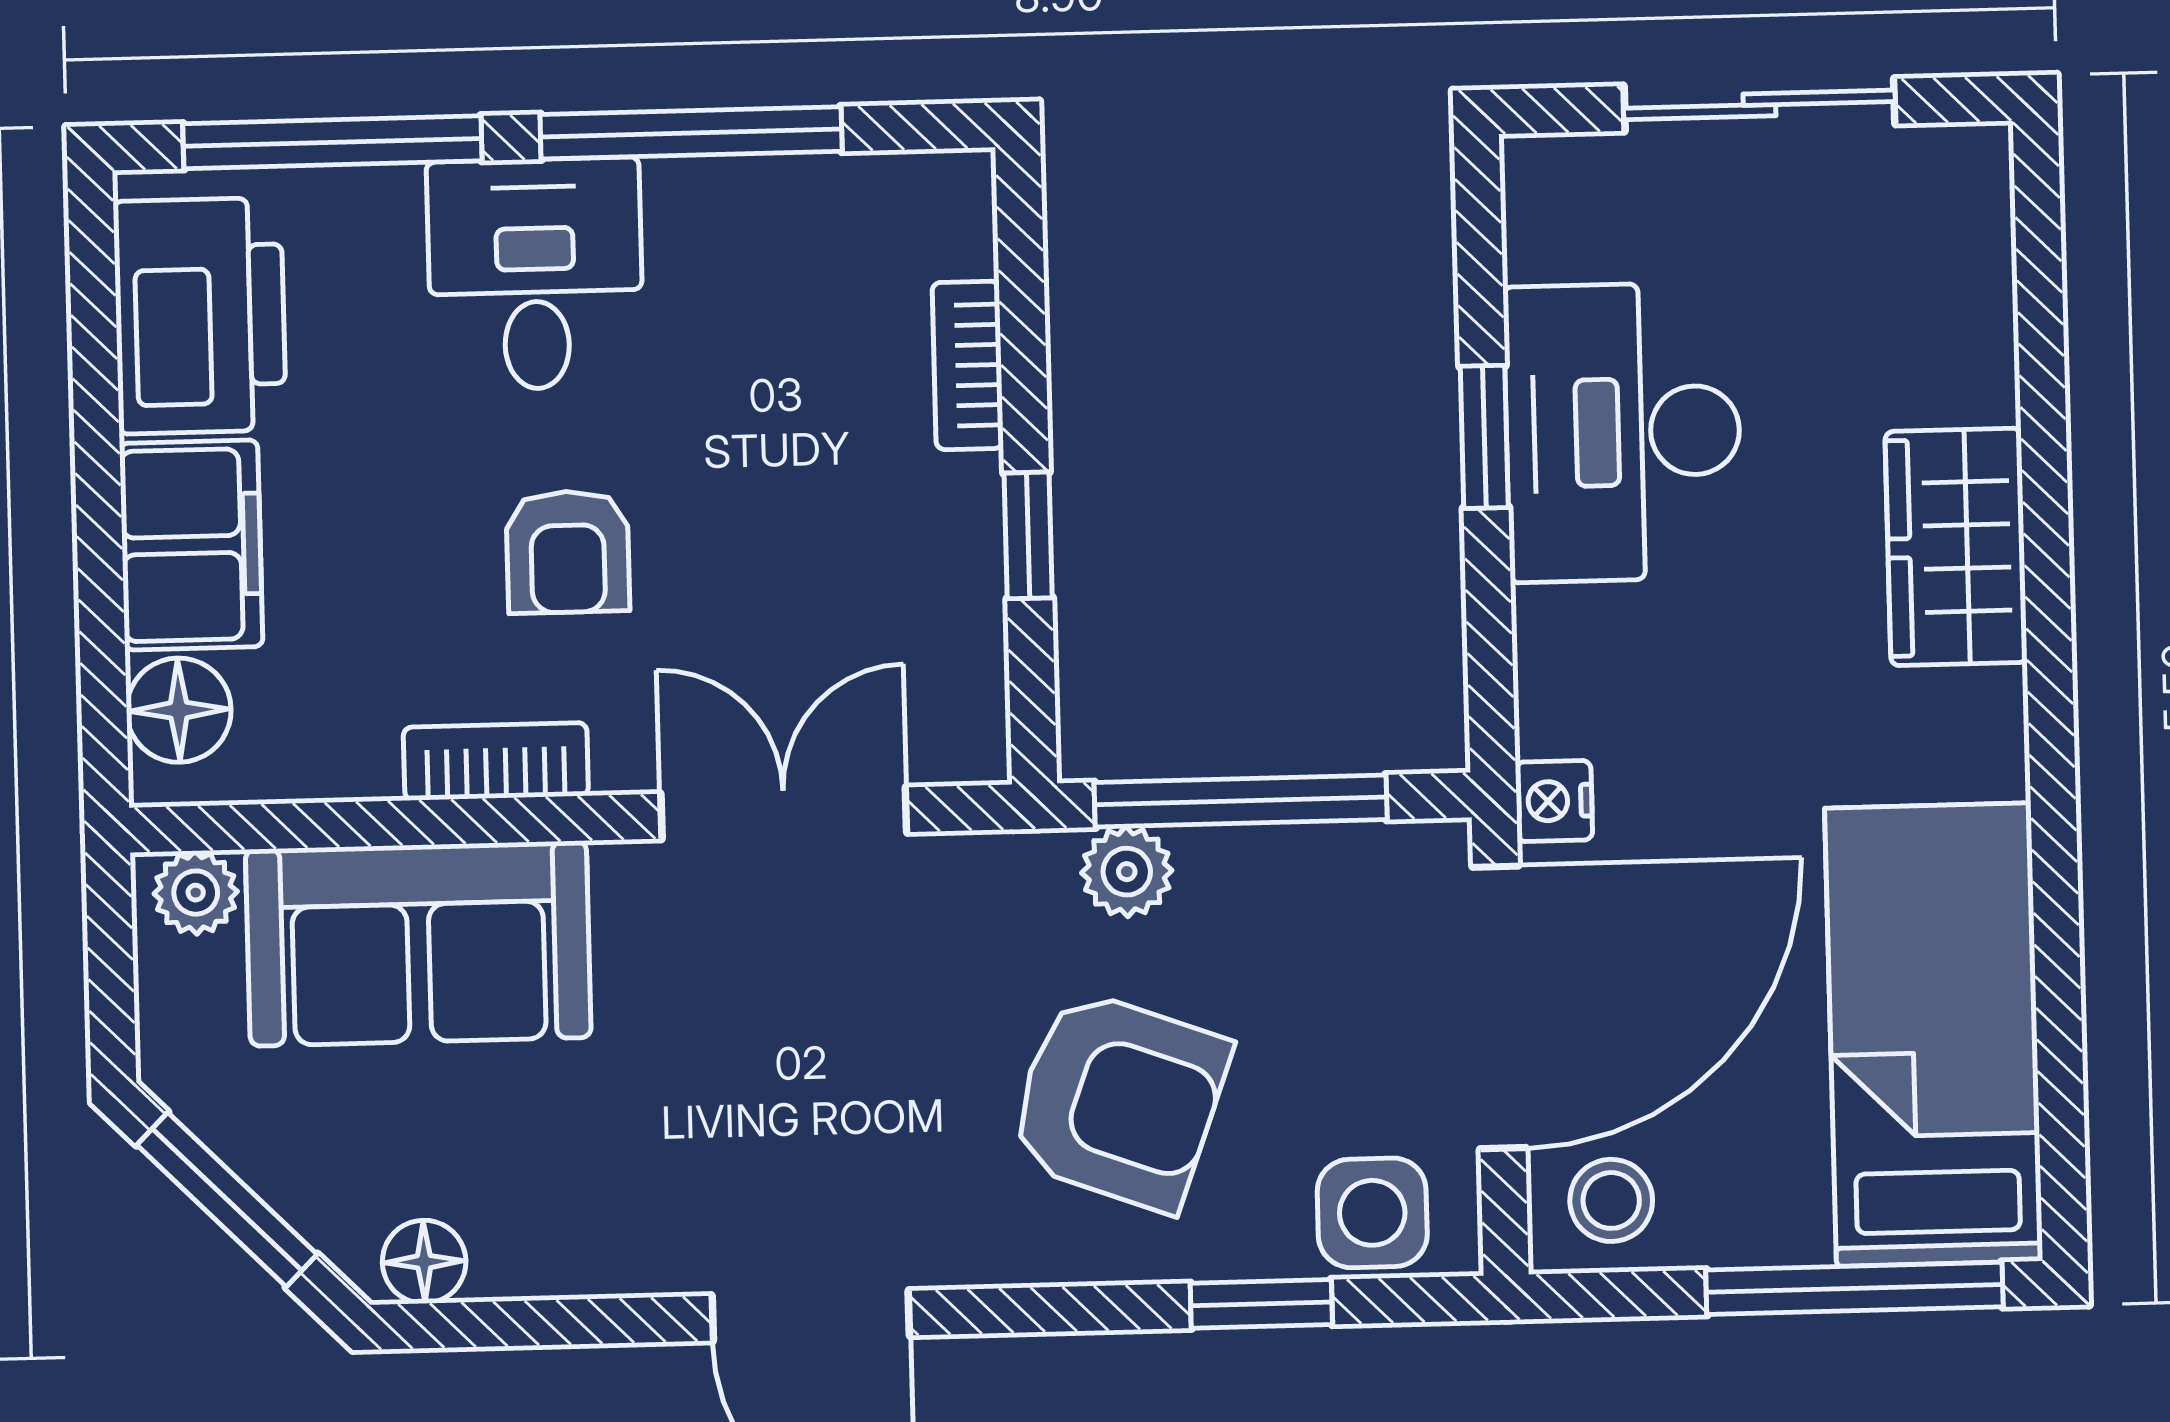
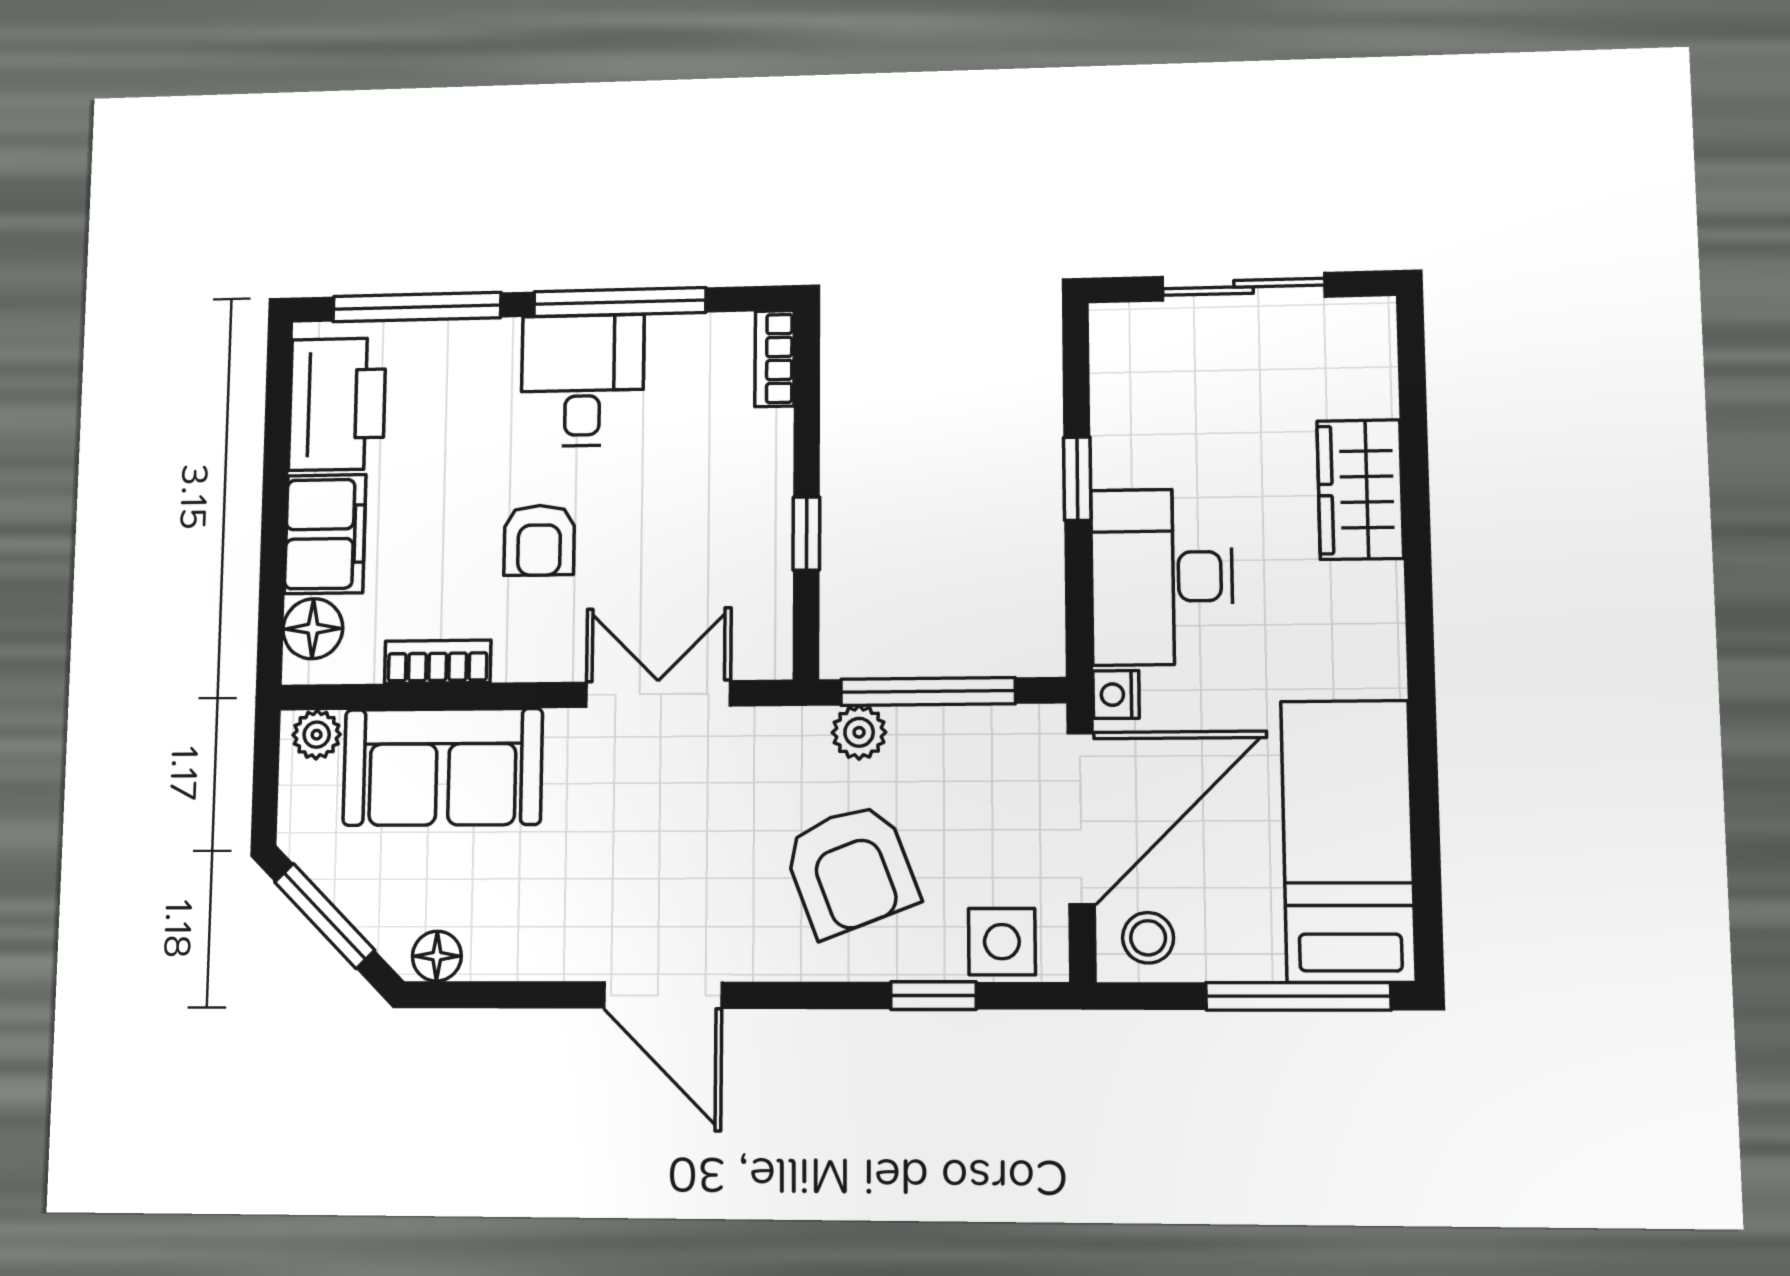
desk: (535, 274) -> (582, 380), moved
bookcase: (968, 365) -> (775, 359), moved
desk: (1623, 432) -> (1162, 577), moved
wardrobe: (1956, 547) -> (1360, 489), moved
bookcase: (496, 761) -> (438, 662), moved
armchair: (1119, 1100) -> (851, 869), turned 49

